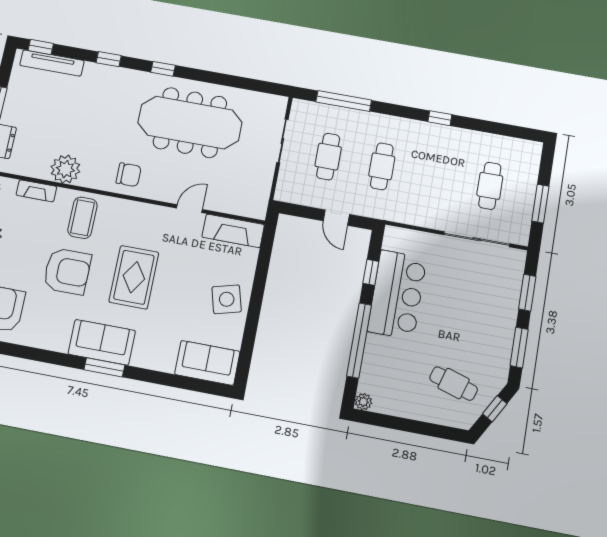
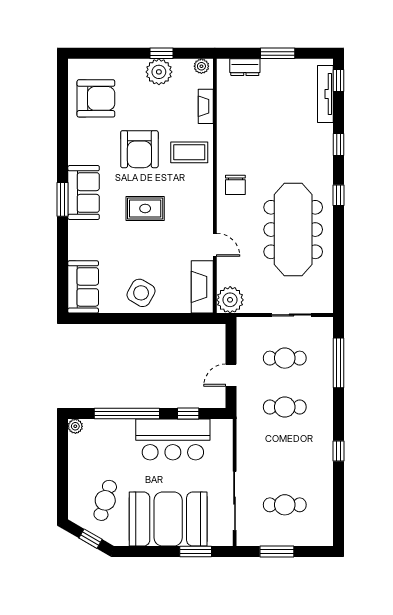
plant: (65, 169) -> (230, 300), moved
rug: (134, 277) -> (145, 208), width x0.73, depth x0.70
side table: (227, 299) -> (141, 293), turned 45
booth: (486, 316) -> (168, 519), added
window: (519, 348) -> (147, 552), removed

